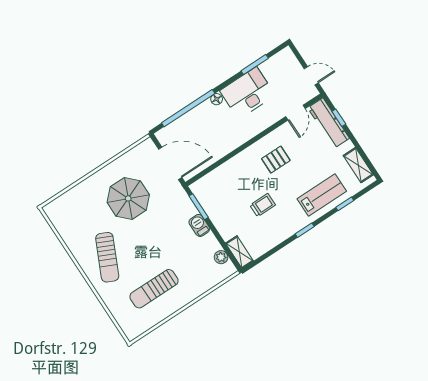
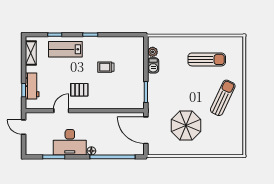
door: (295, 113) -> (61, 111), moved
workbench: (329, 123) -> (32, 86), width x0.73
barbecue: (199, 225) -> (153, 65), moved
shelving: (239, 252) -> (139, 47), removed

